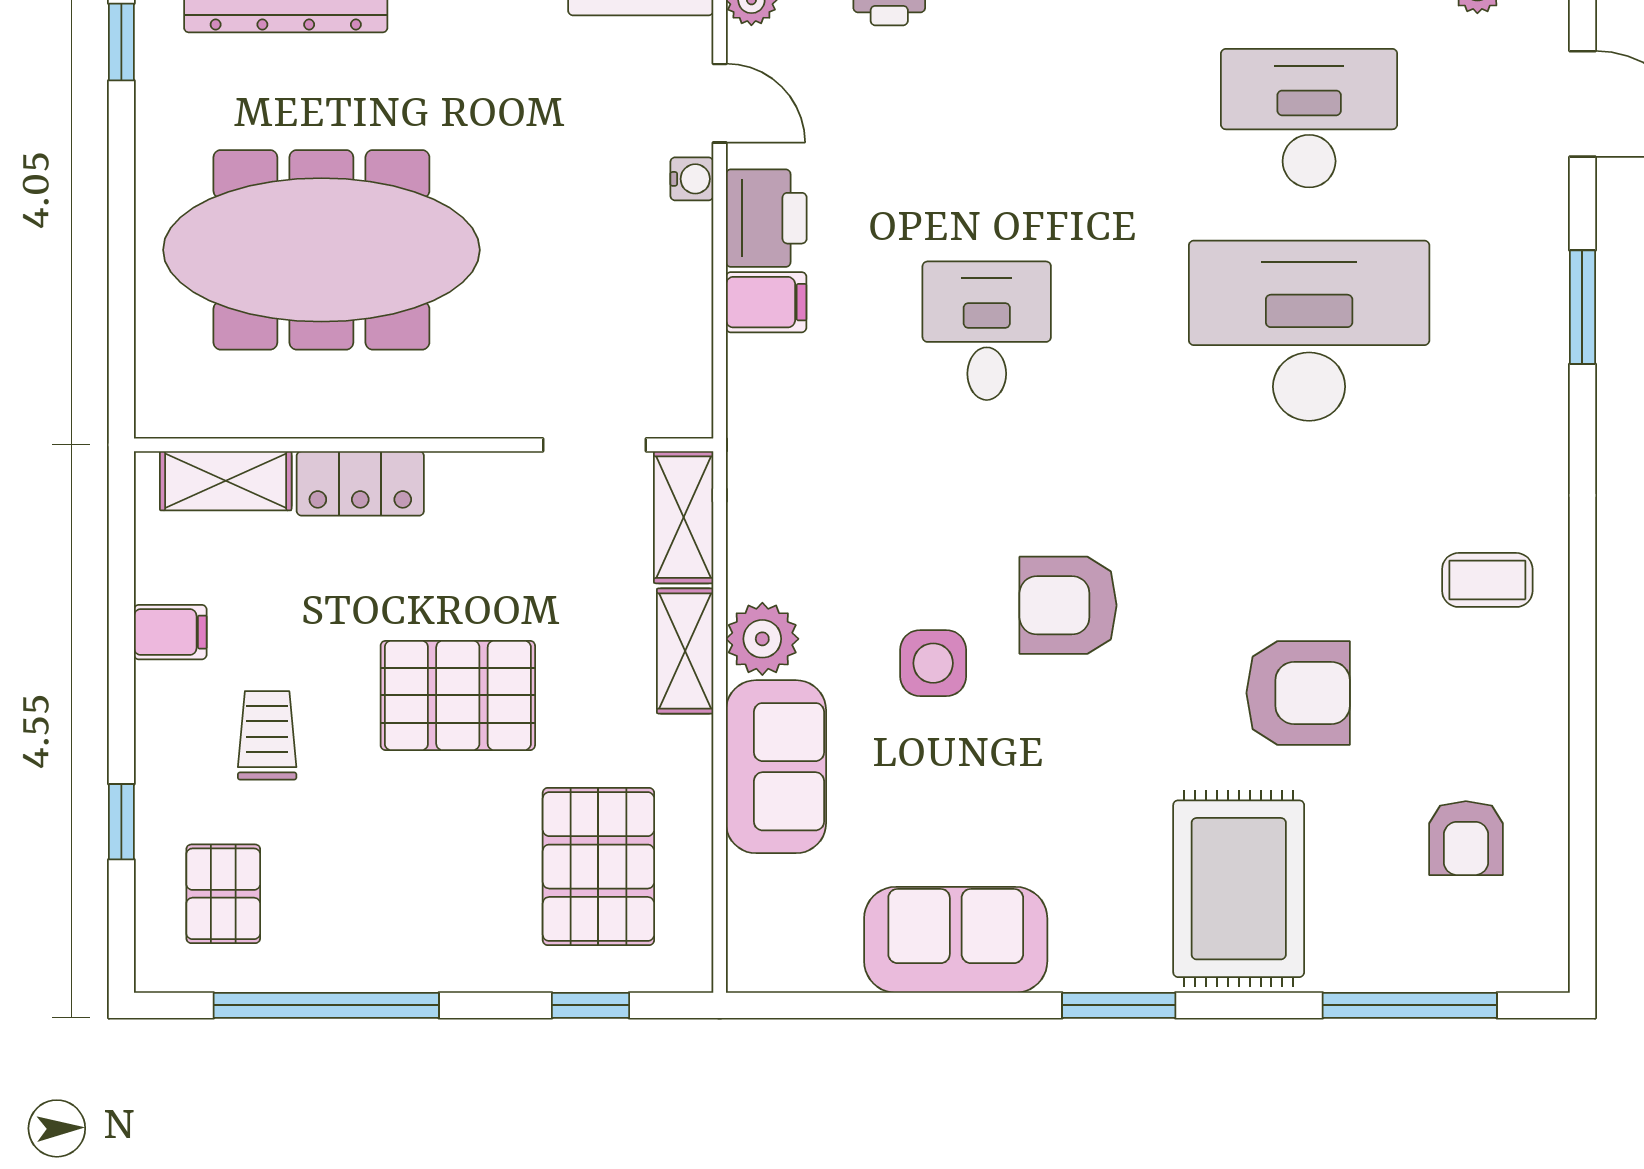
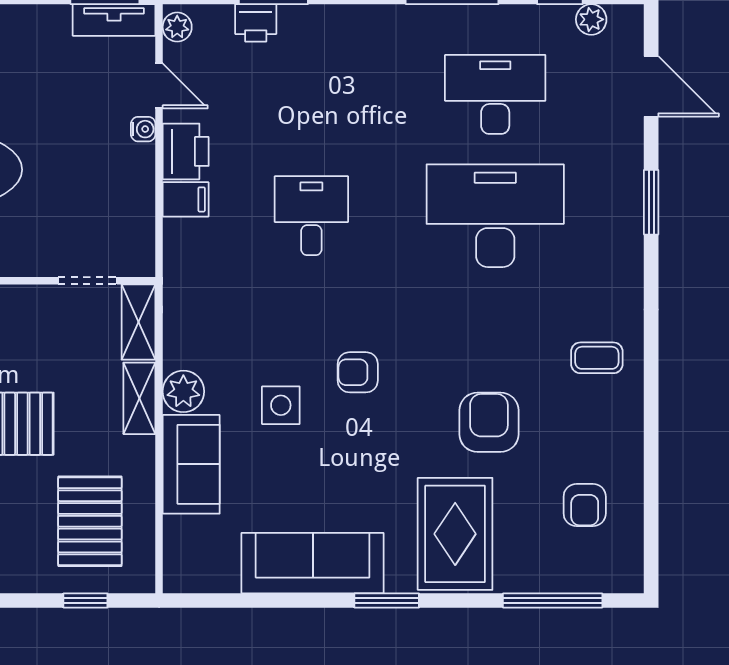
armchair: (1068, 605) -> (358, 372), width x0.72, depth x0.72
armchair: (1298, 693) -> (489, 422), turned -90
sofa: (956, 940) -> (313, 563), width x1.36

